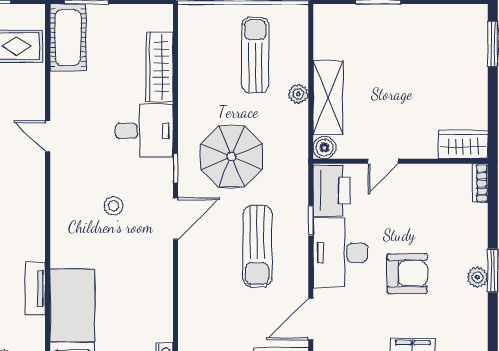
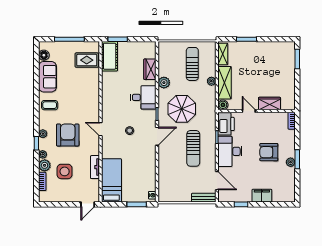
shelving: (324, 32) -> (223, 54), added
wardrobe: (159, 67) -> (150, 69), width x0.67
plant: (191, 97) -> (164, 83), added
door: (48, 136) -> (101, 129), moved
wardrobe: (463, 144) -> (269, 104), moved
door: (383, 161) -> (249, 111), swing flipped
armchair: (407, 273) -> (269, 152), moved, turned 180
door: (311, 319) -> (217, 181), swing flipped

